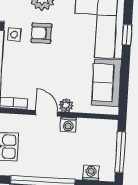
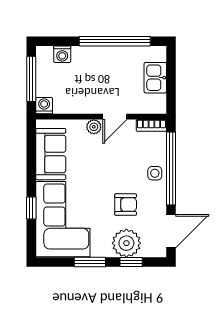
side table: (14, 35) -> (155, 173), moved
door: (46, 113) -> (115, 117), hinge flipped
washing machine: (68, 125) -> (44, 106), moved

